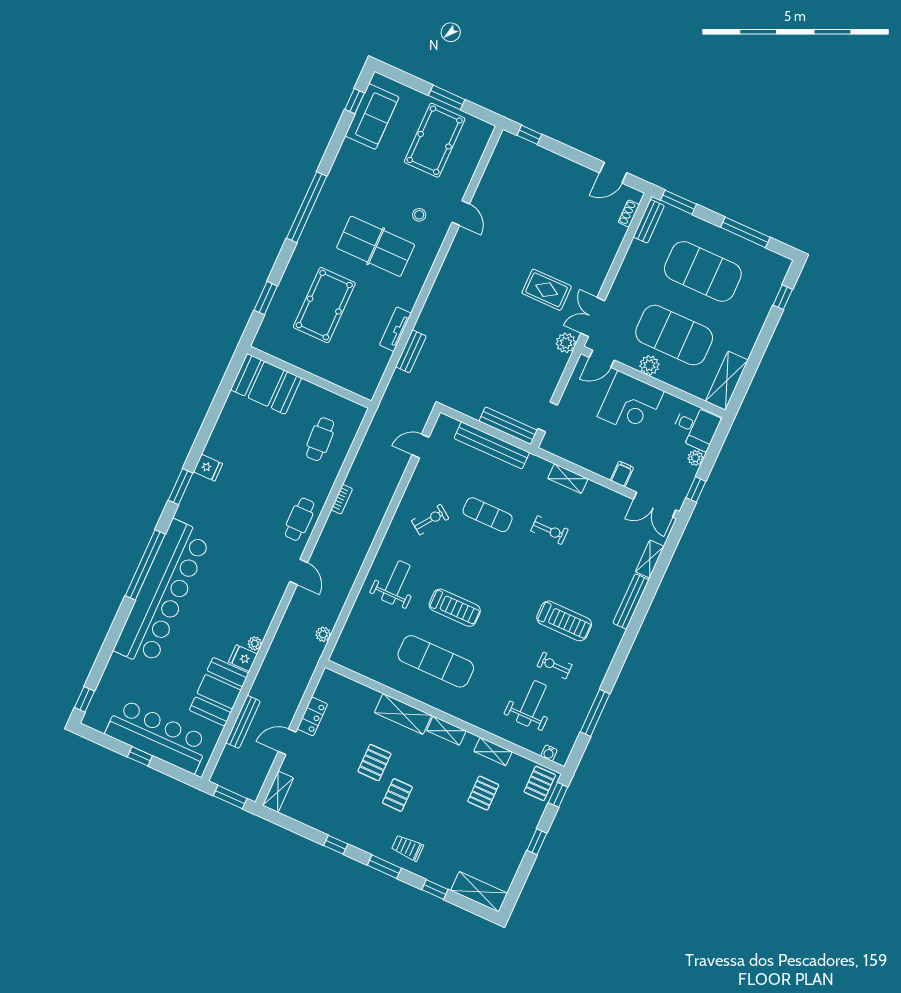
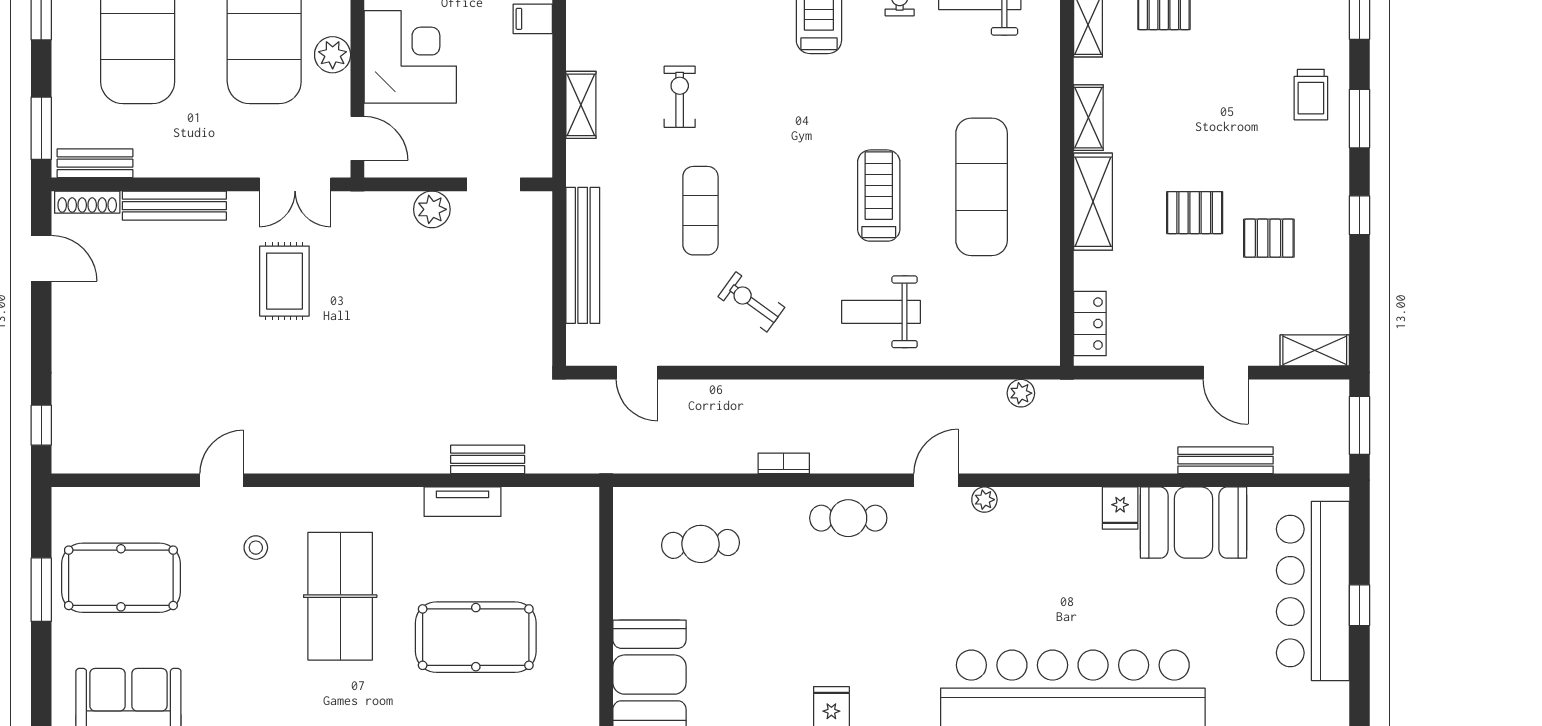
shoe rack: (629, 213) -> (87, 202), width x1.43
plant: (566, 343) -> (432, 209), moved
bench: (508, 426) -> (174, 206), moved, turned 90
plant: (255, 643) -> (984, 500), moved
locker: (312, 716) -> (1090, 324), moved, turned 90
pallet: (397, 795) -> (1269, 238), moved

